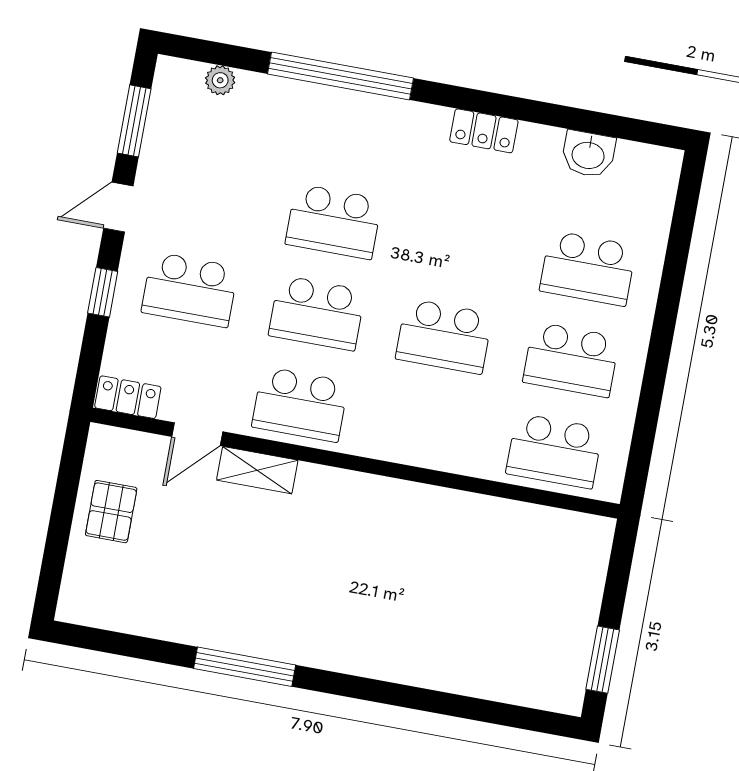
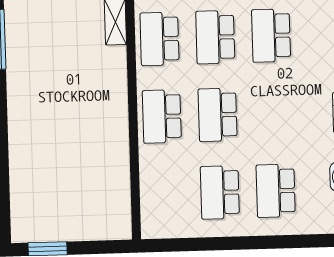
school desk: (554, 451) -> (162, 116), moved

